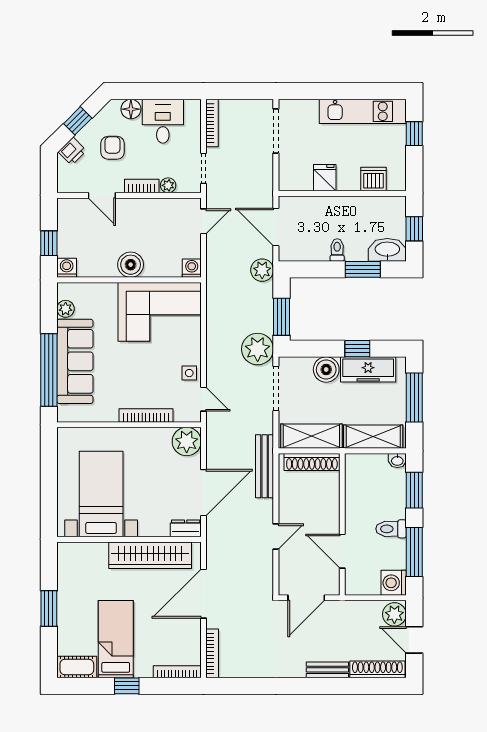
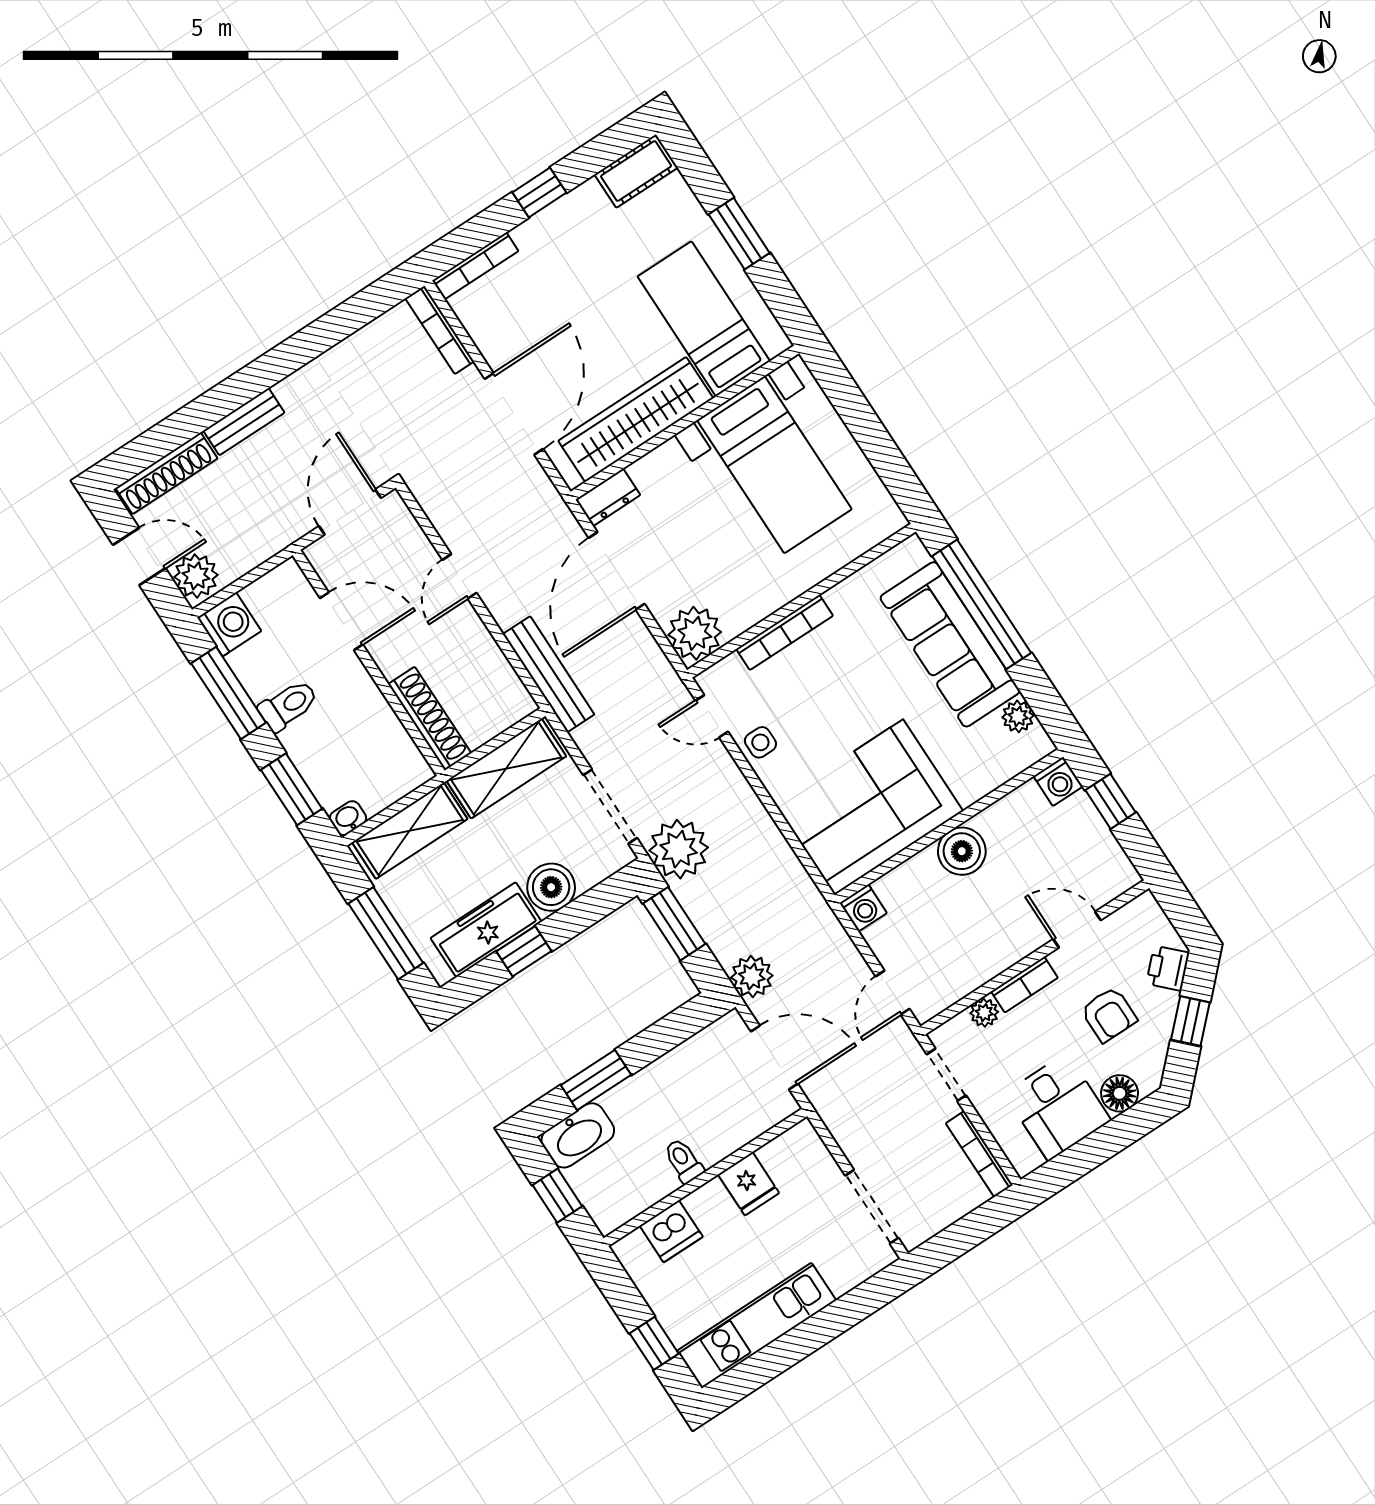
toilet: (337, 250) -> (684, 1161), moved, turned 180
shoe rack: (312, 462) -> (430, 719), moved, turned 90
bed: (116, 639) -> (704, 319), moved, turned 180

